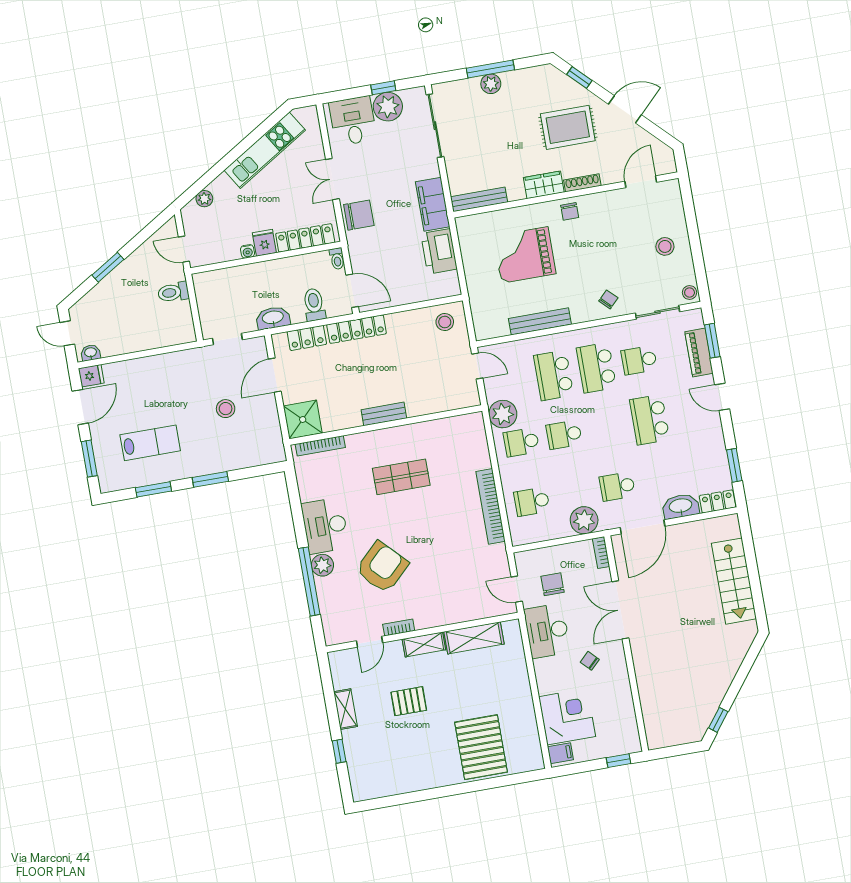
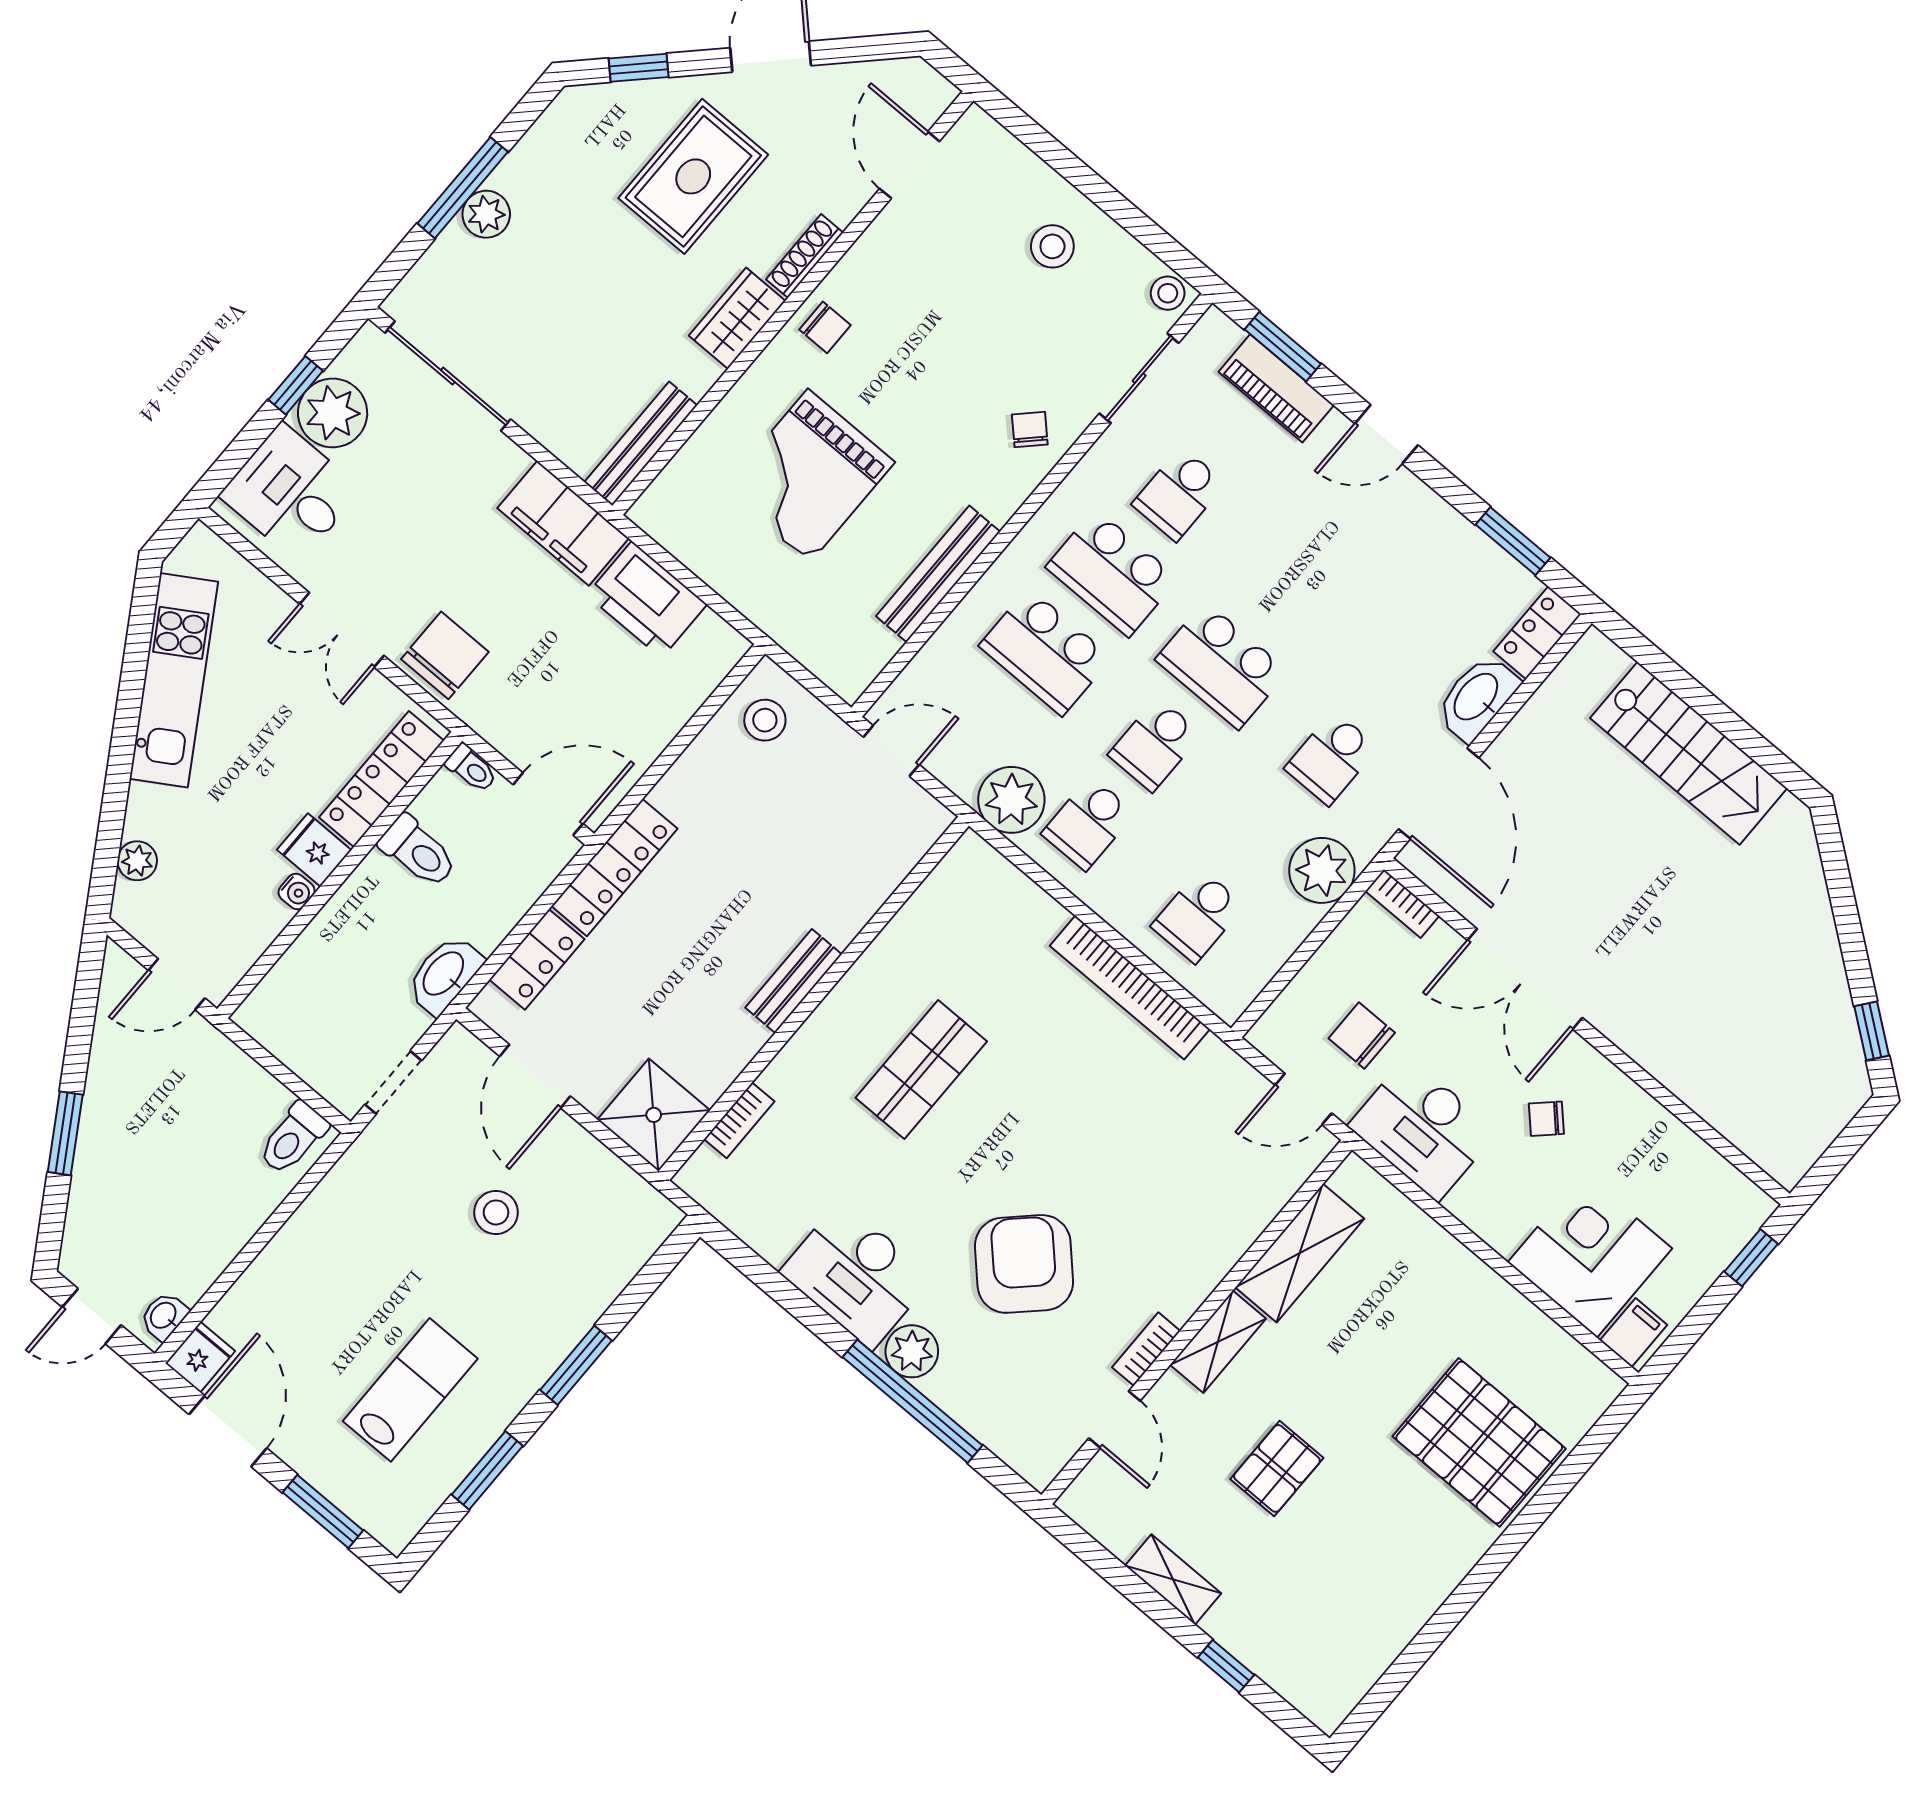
toilet: (173, 292) -> (293, 1138), moved
toilet: (314, 305) -> (418, 852), moved, turned 180
school desk: (650, 420) -> (1222, 665), moved
bookcase: (320, 446) -> (739, 1120), width x0.64

